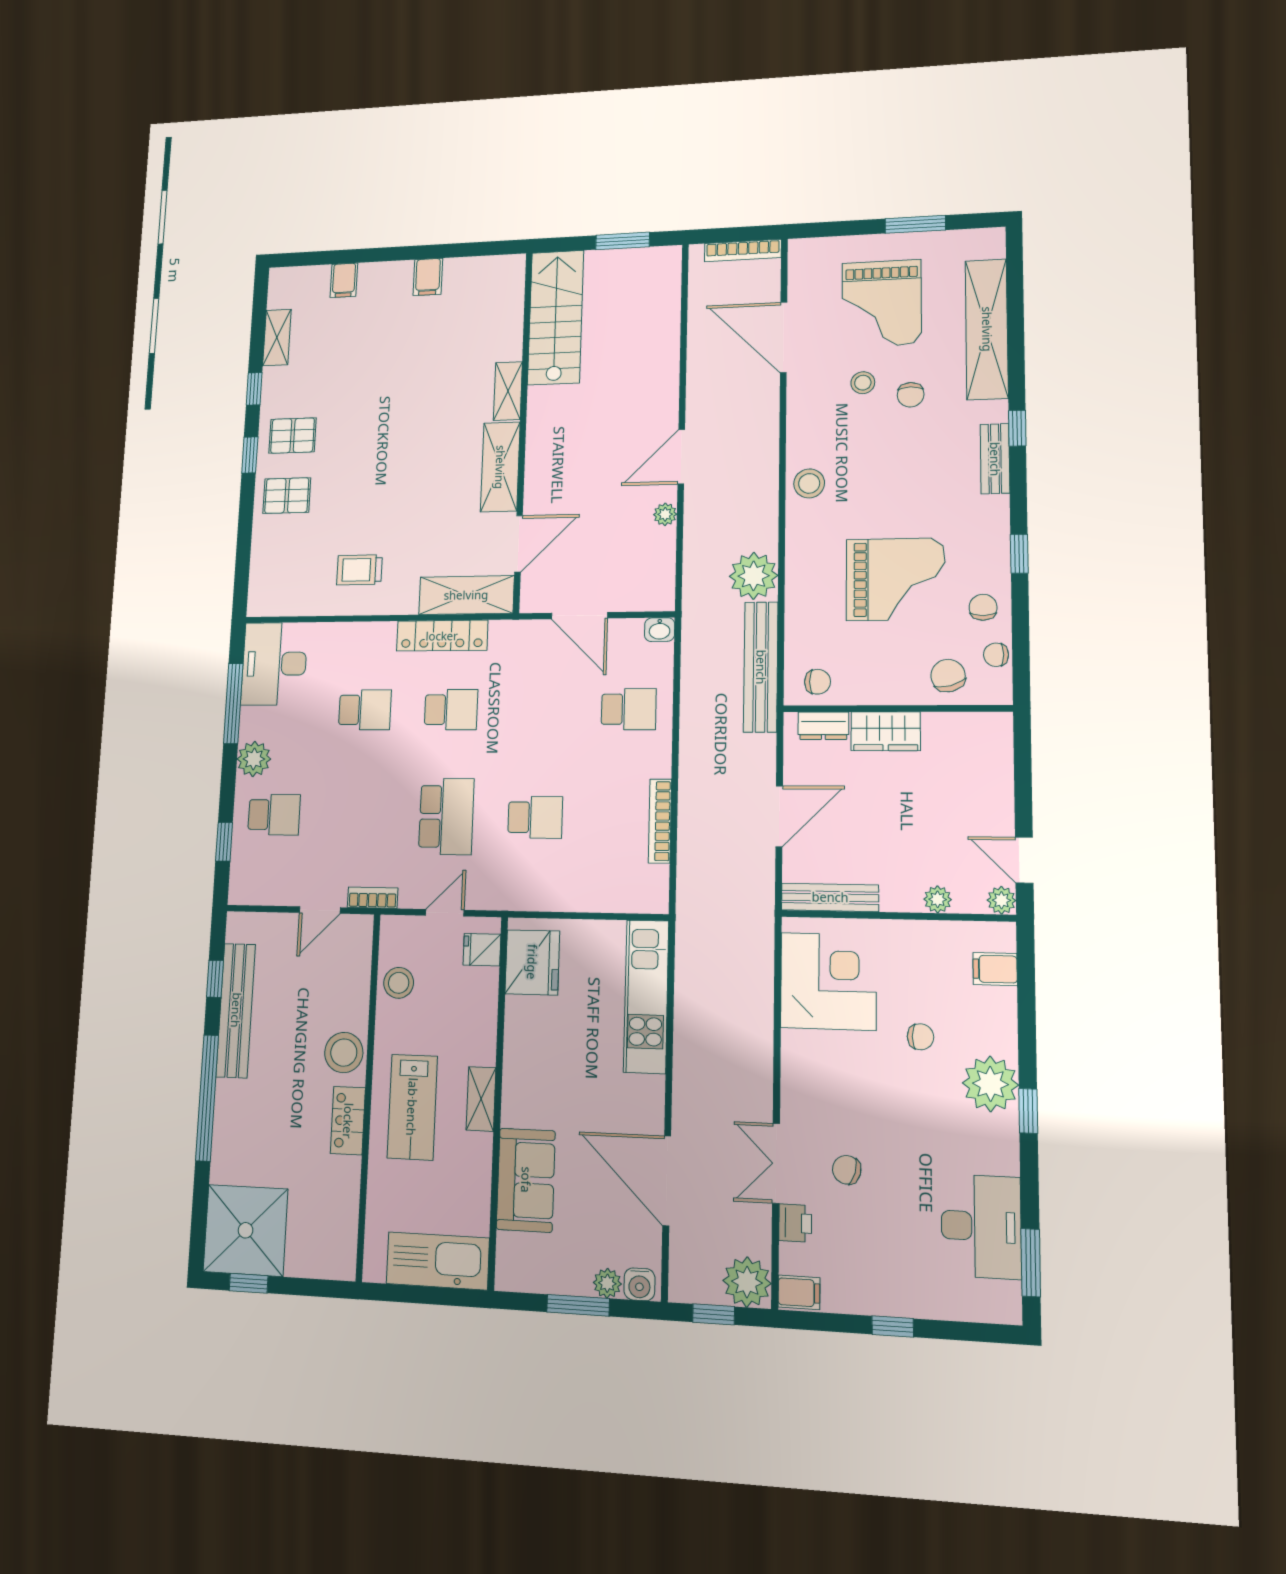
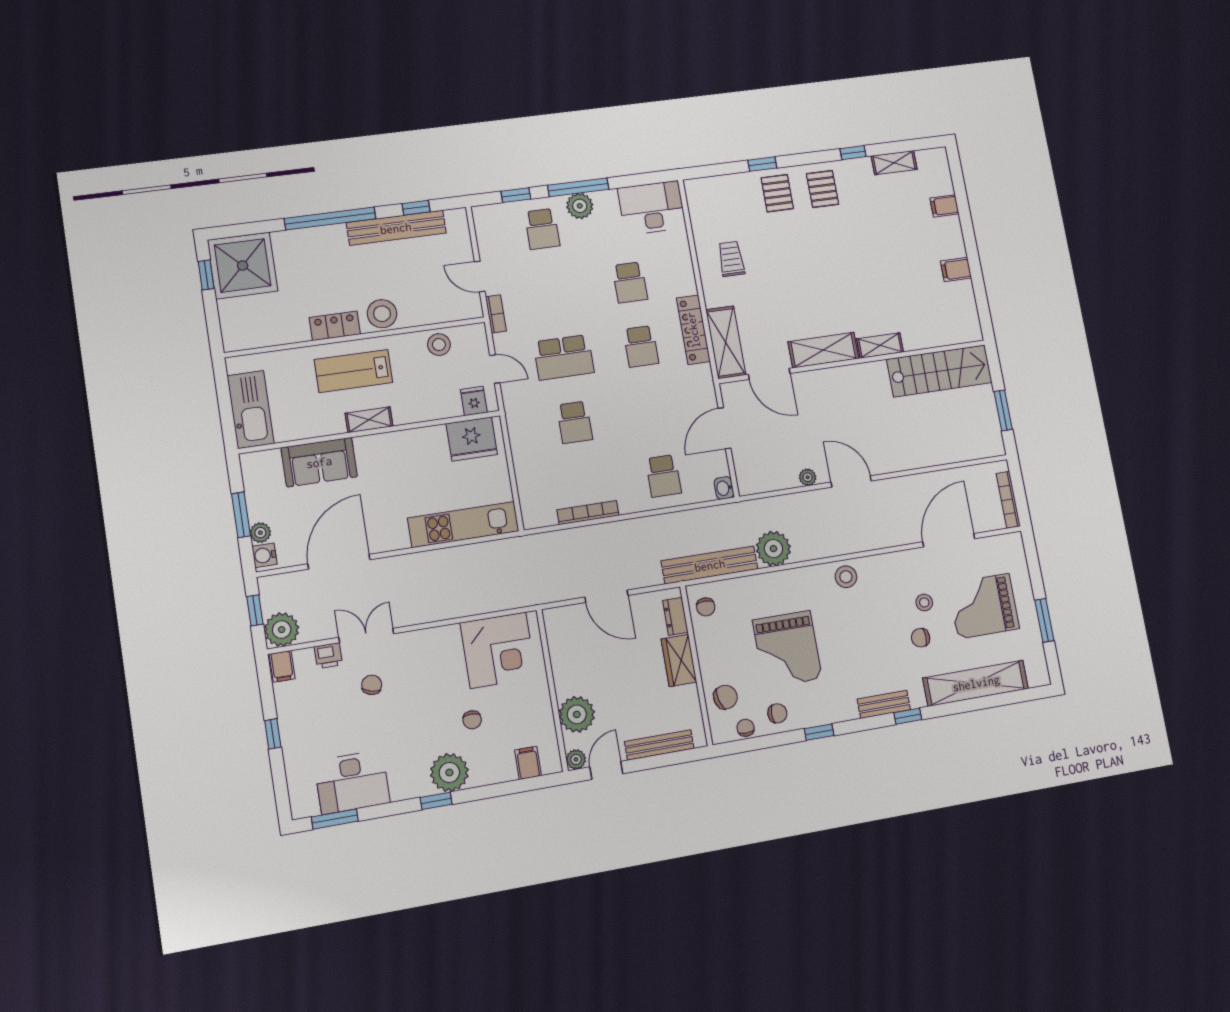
window: (250, 455) -> (762, 164), moved
window: (233, 703) -> (578, 187), moved
bench: (830, 897) -> (659, 745), moved, turned 90
plant: (938, 899) -> (577, 714), width x1.88, depth x1.88

